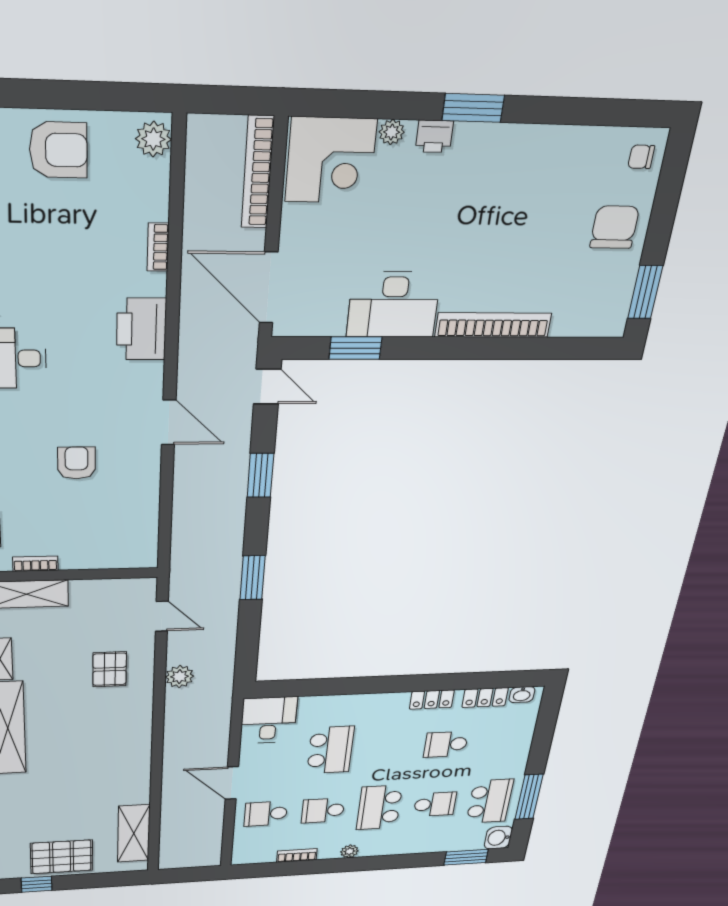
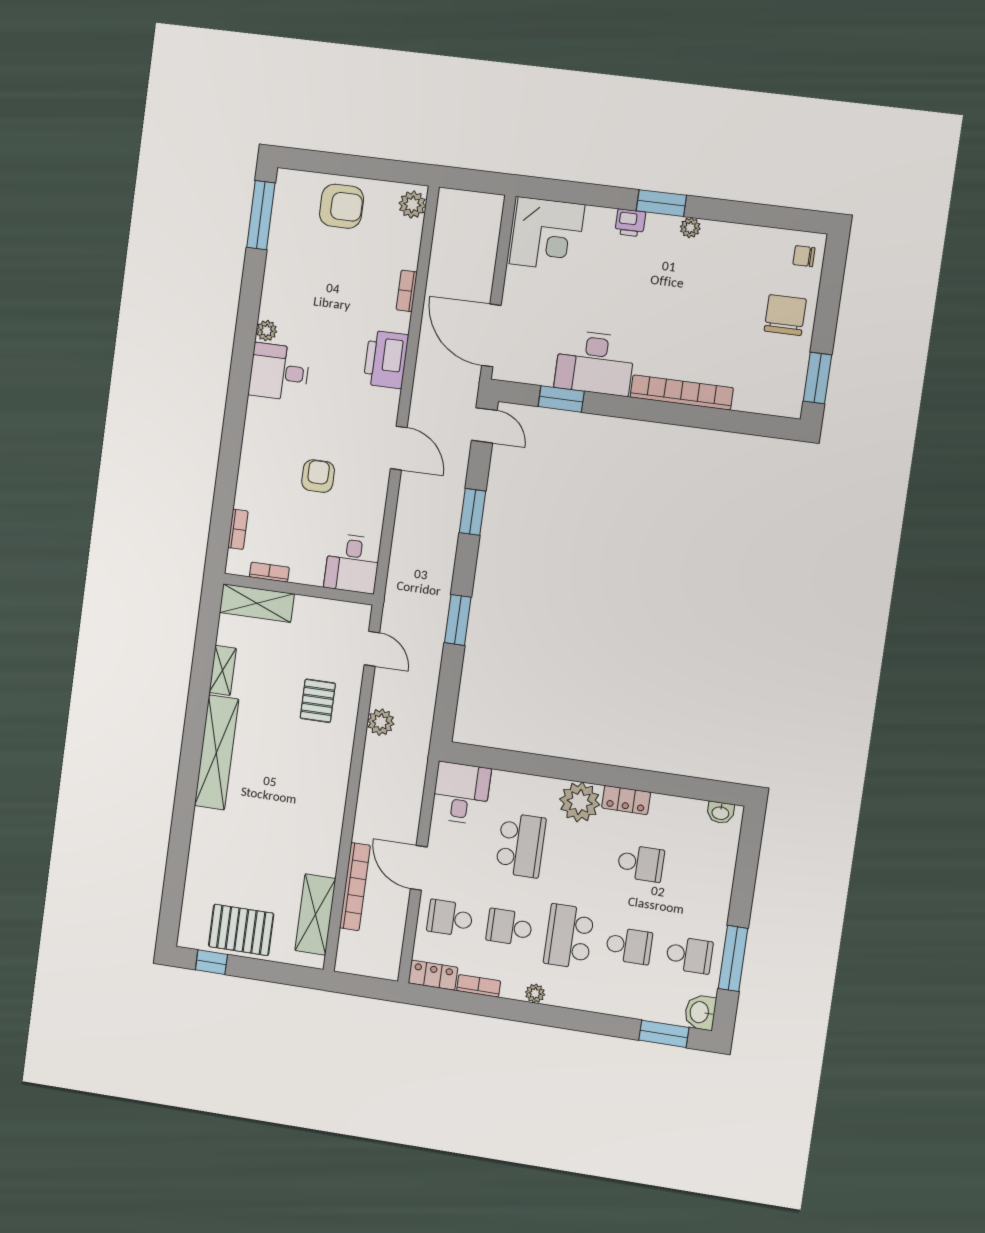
plant: (392, 132) -> (690, 228), moved
bookcase: (258, 172) -> (355, 887), moved, turned 180
desk: (129, 543) -> (352, 564), added
locker: (485, 698) -> (433, 975), moved, turned 180
plant: (387, 708) -> (580, 802), added
school desk: (446, 744) -> (641, 863), turned 180
school desk: (490, 801) -> (689, 955), width x0.54

